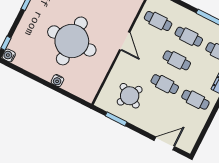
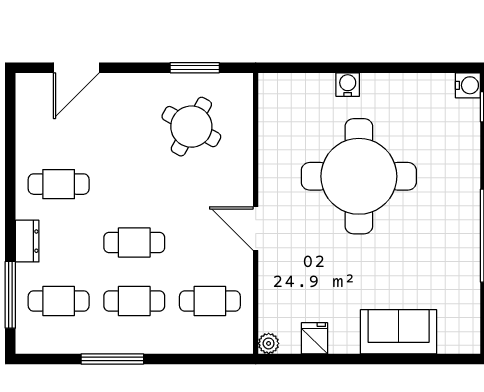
cafe table: (165, 84) -> (134, 184), removed

